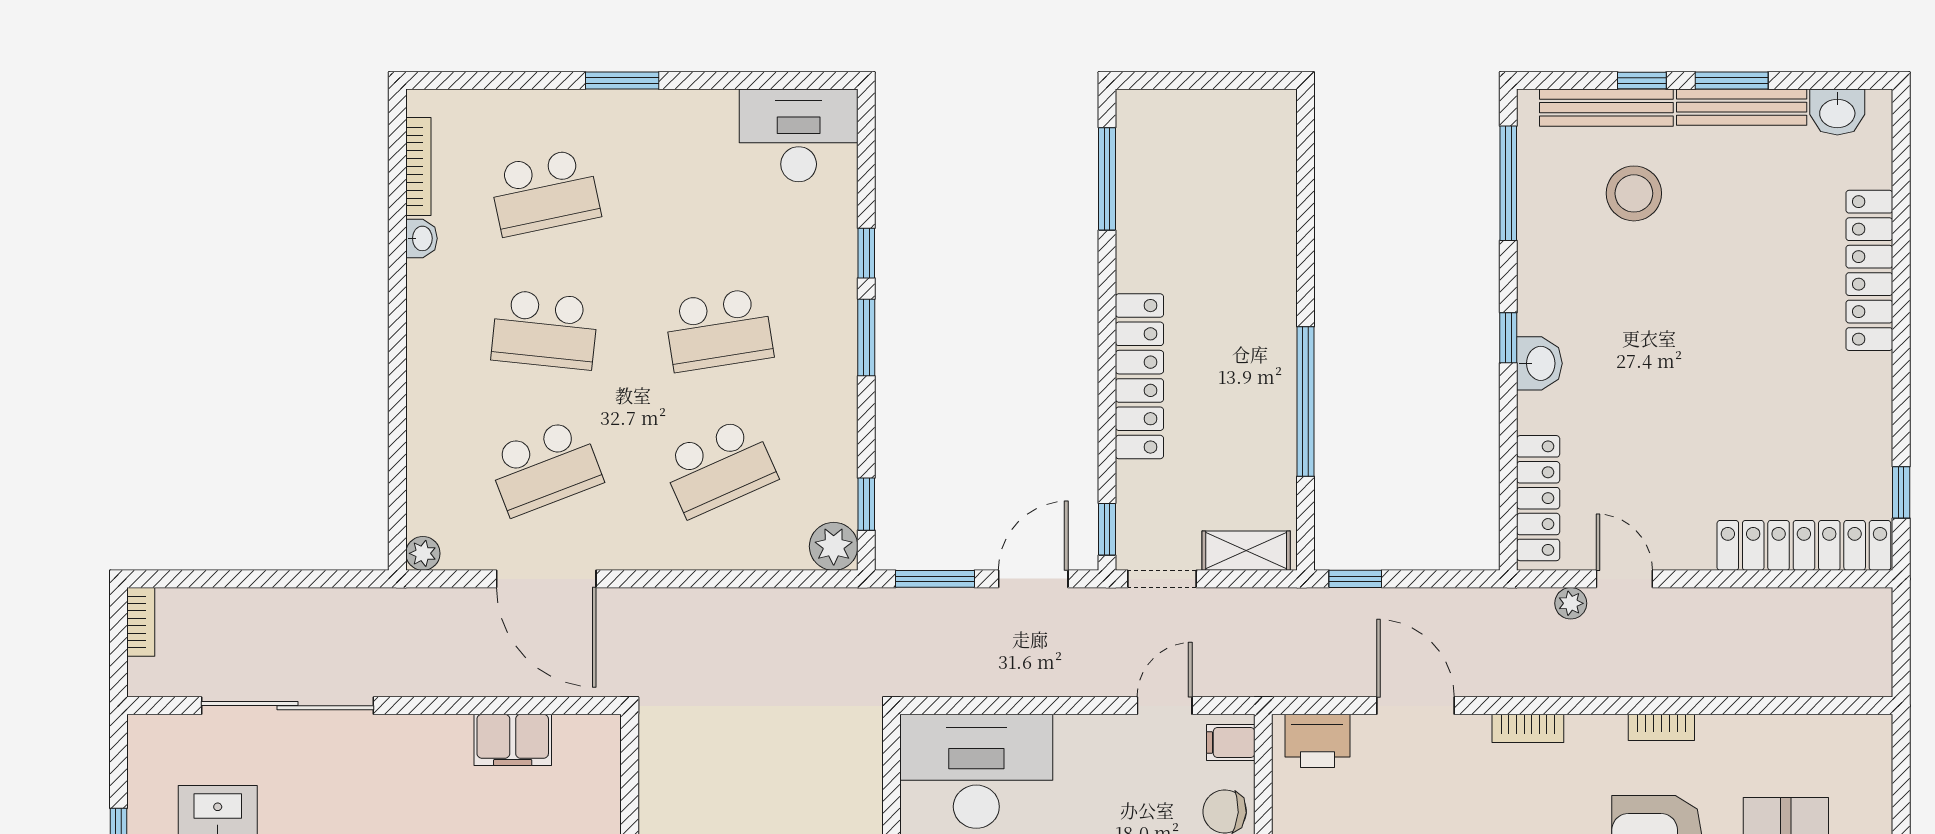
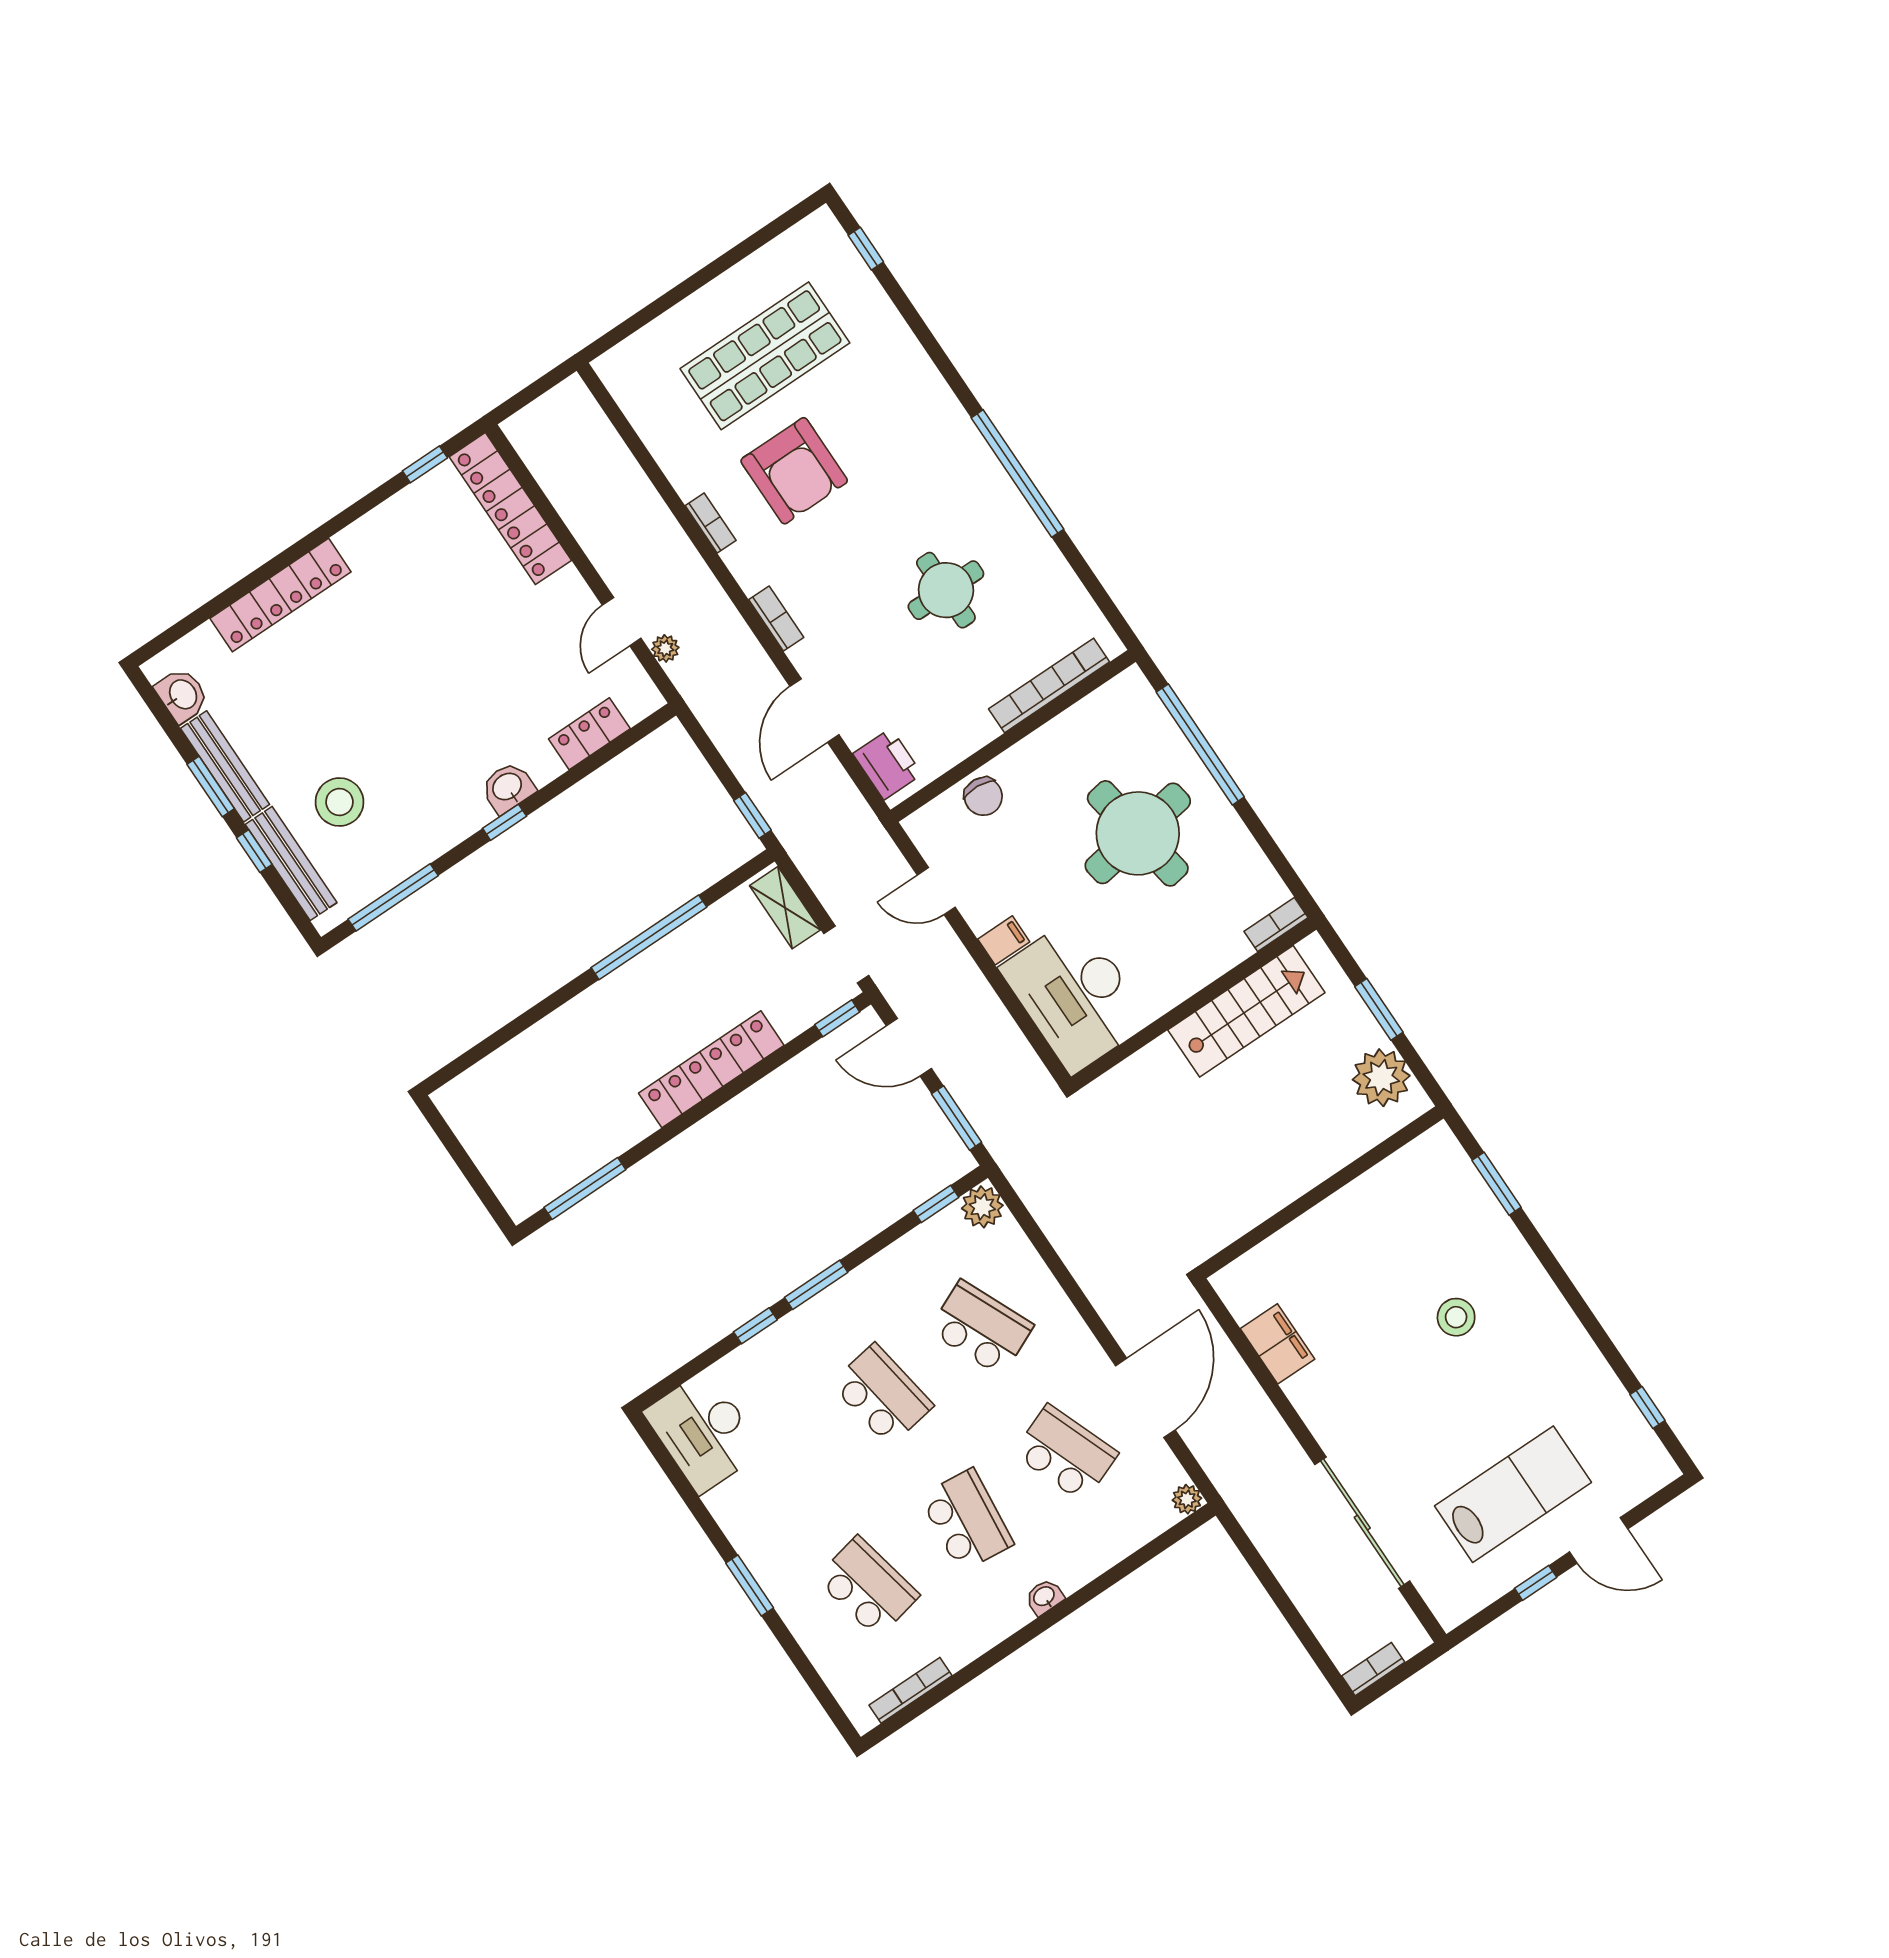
washbasin: (421, 238) -> (1044, 1597), moved
locker: (1538, 498) -> (589, 734), width x0.66
filing cabinet: (1231, 743) -> (1004, 940), moved, turned -90

